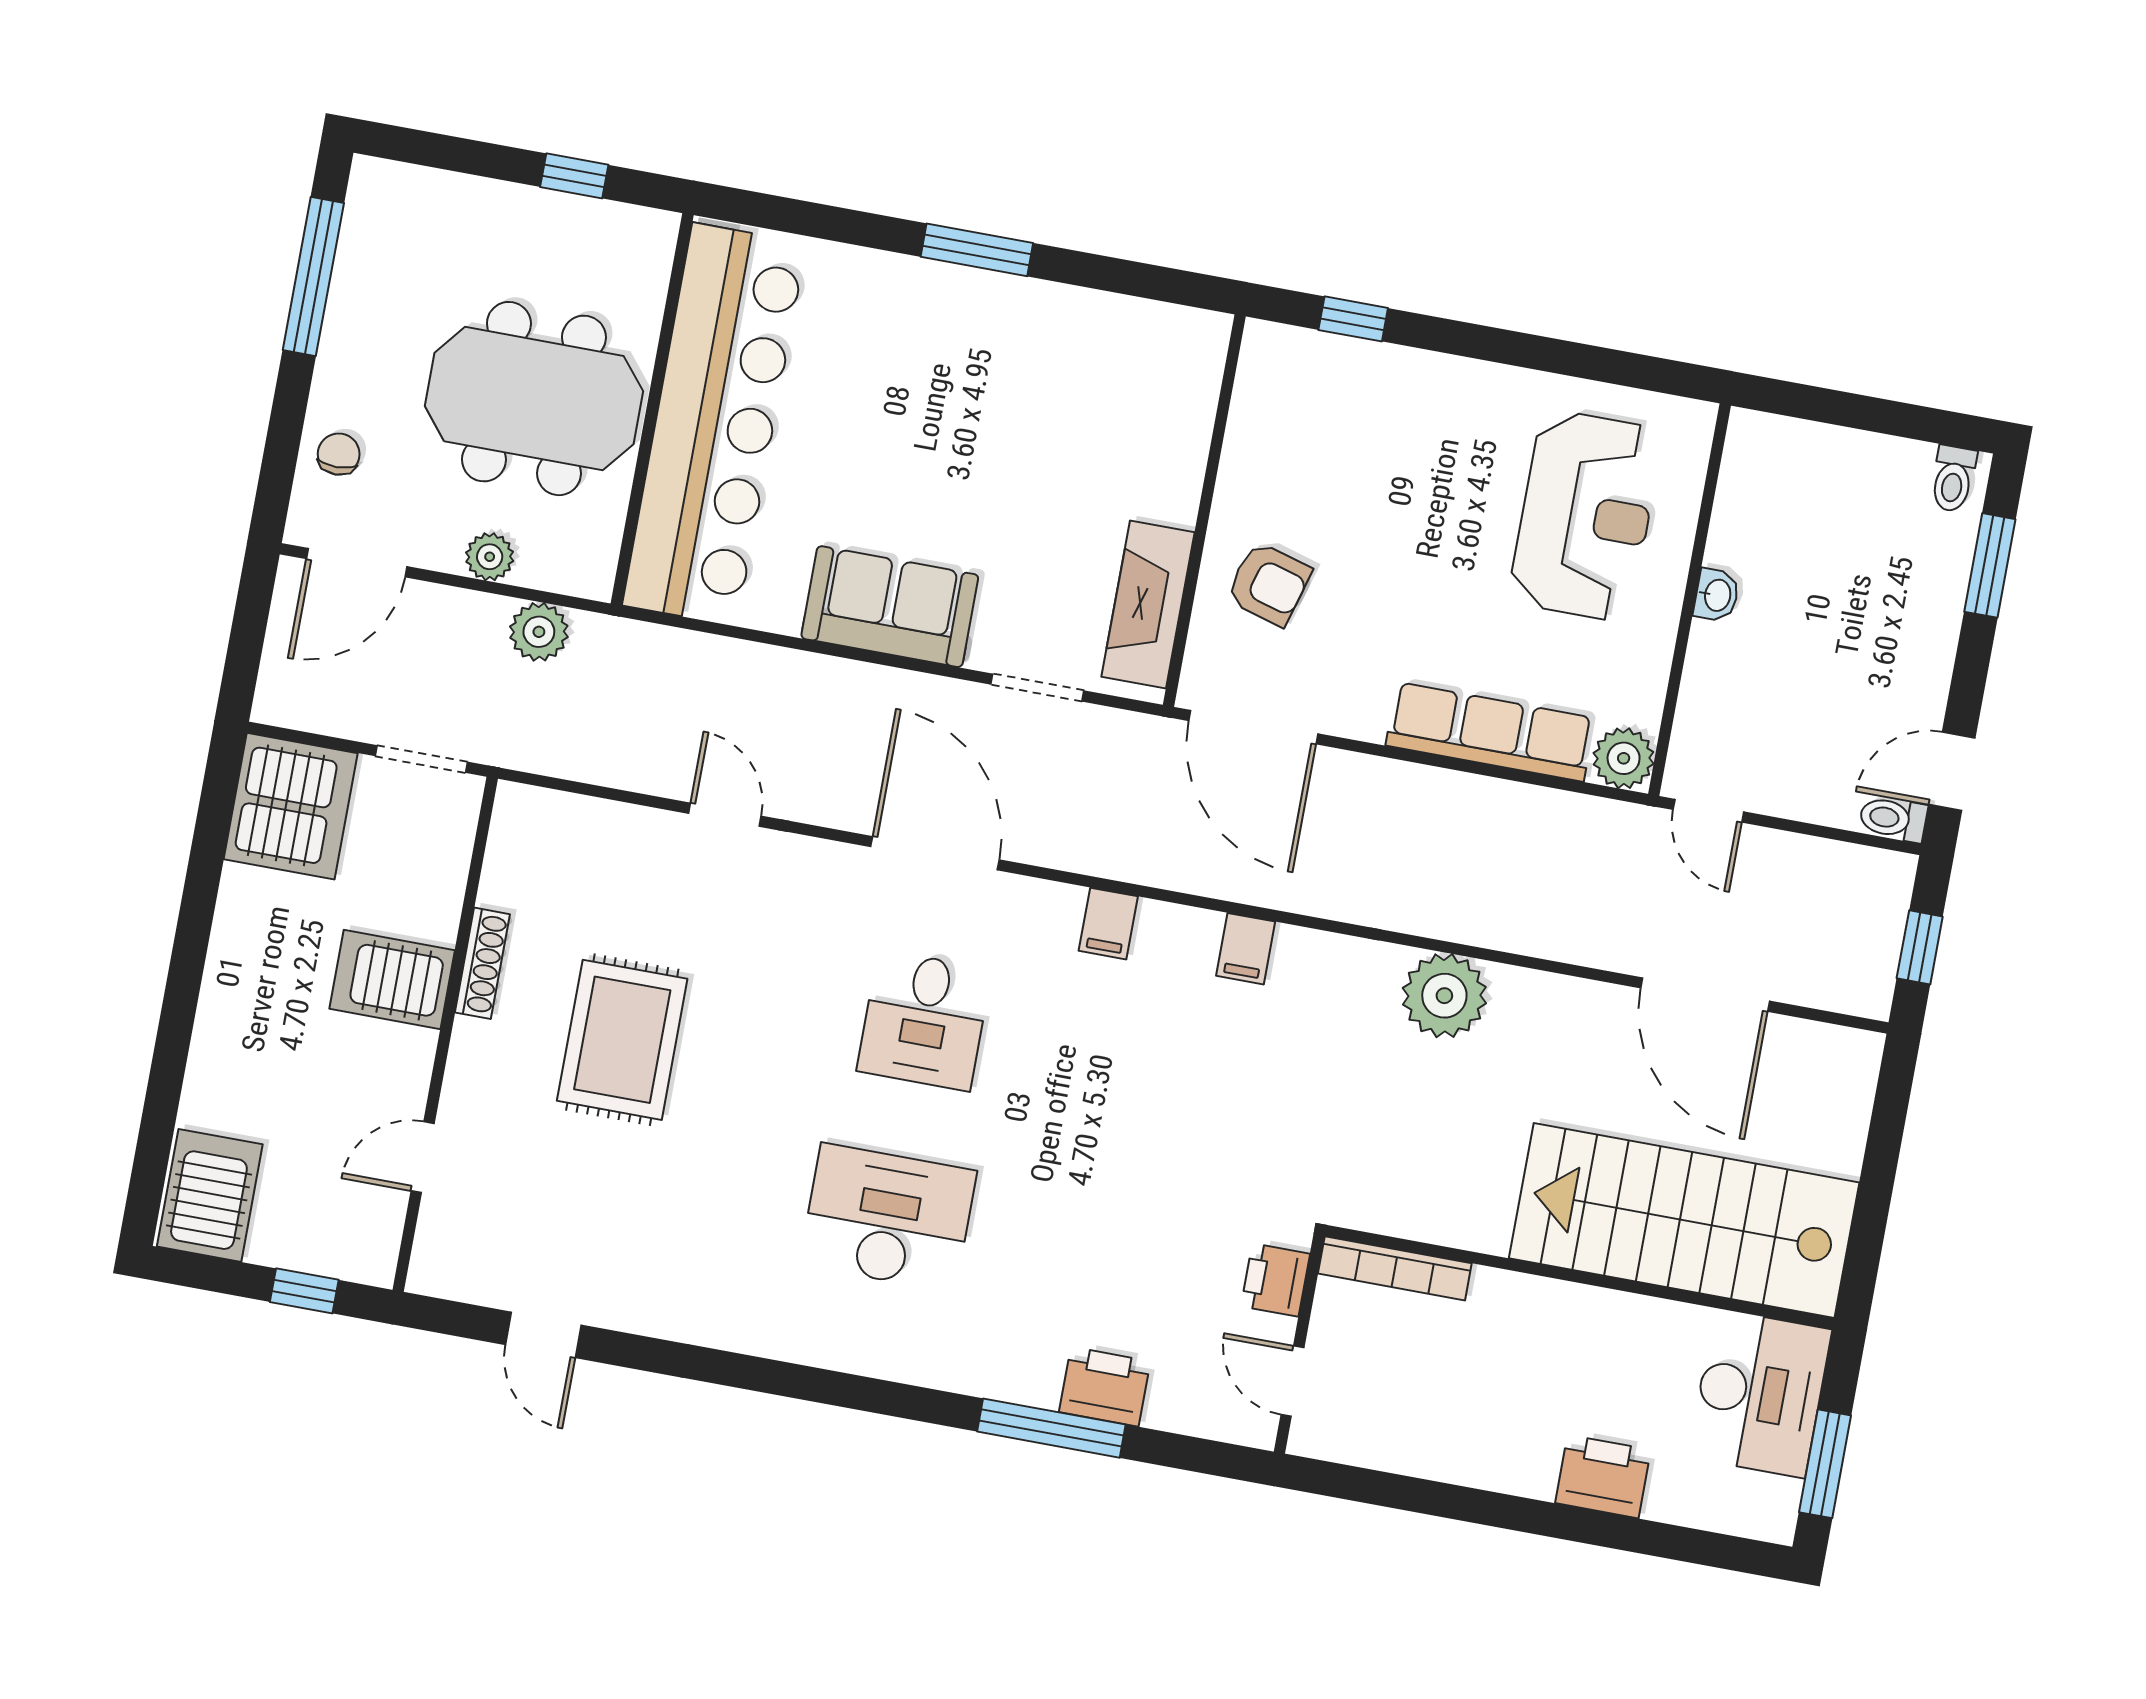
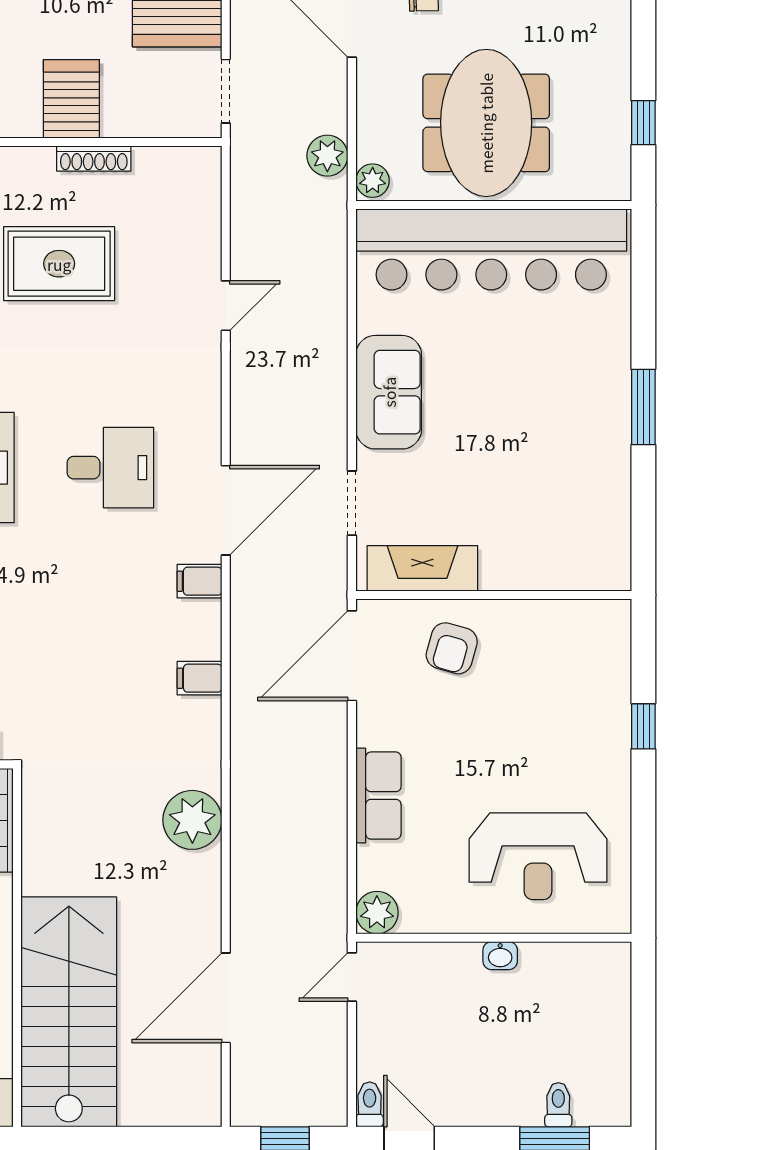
window: (1353, 319) -> (643, 726), moved
toilet: (1953, 479) -> (558, 1105), moved, turned 90
plant: (490, 557) -> (373, 181), moved
row of seats: (1490, 732) -> (378, 796), width x0.68
door: (935, 853) -> (226, 510), moved
desk: (924, 1020) -> (110, 468), turned 180

